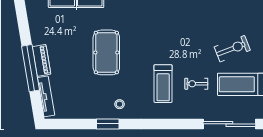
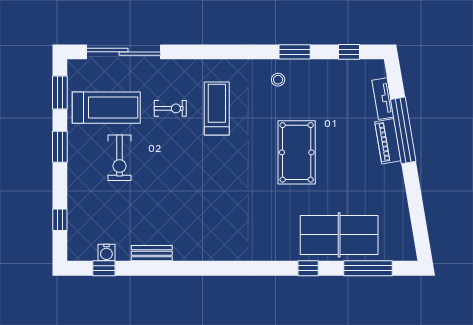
exercise bike: (232, 49) -> (120, 158), turned -69
tv unit: (46, 96) -> (383, 99), width x0.71
window: (69, 124) -> (349, 52), added

